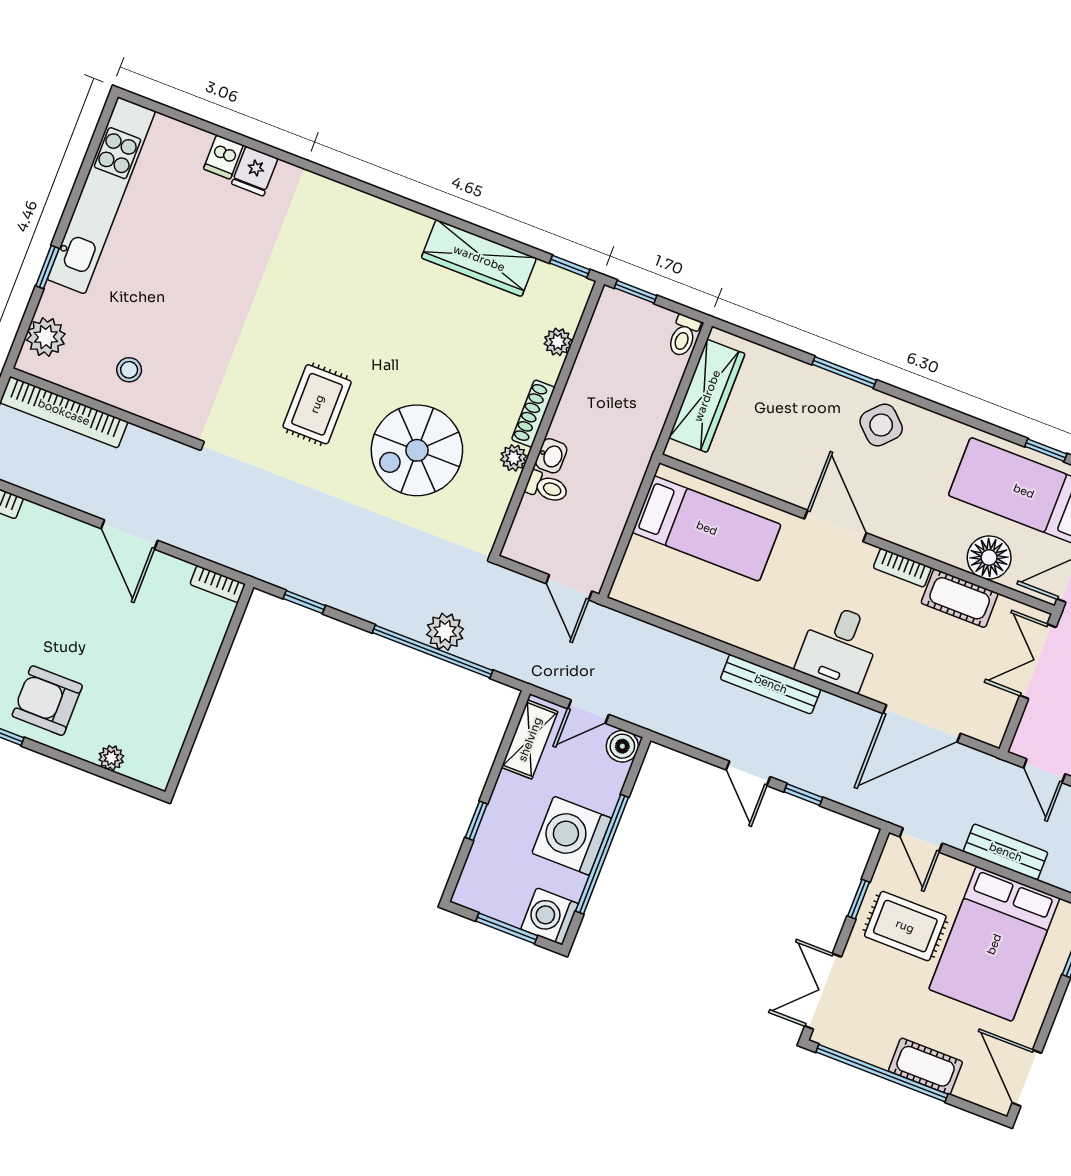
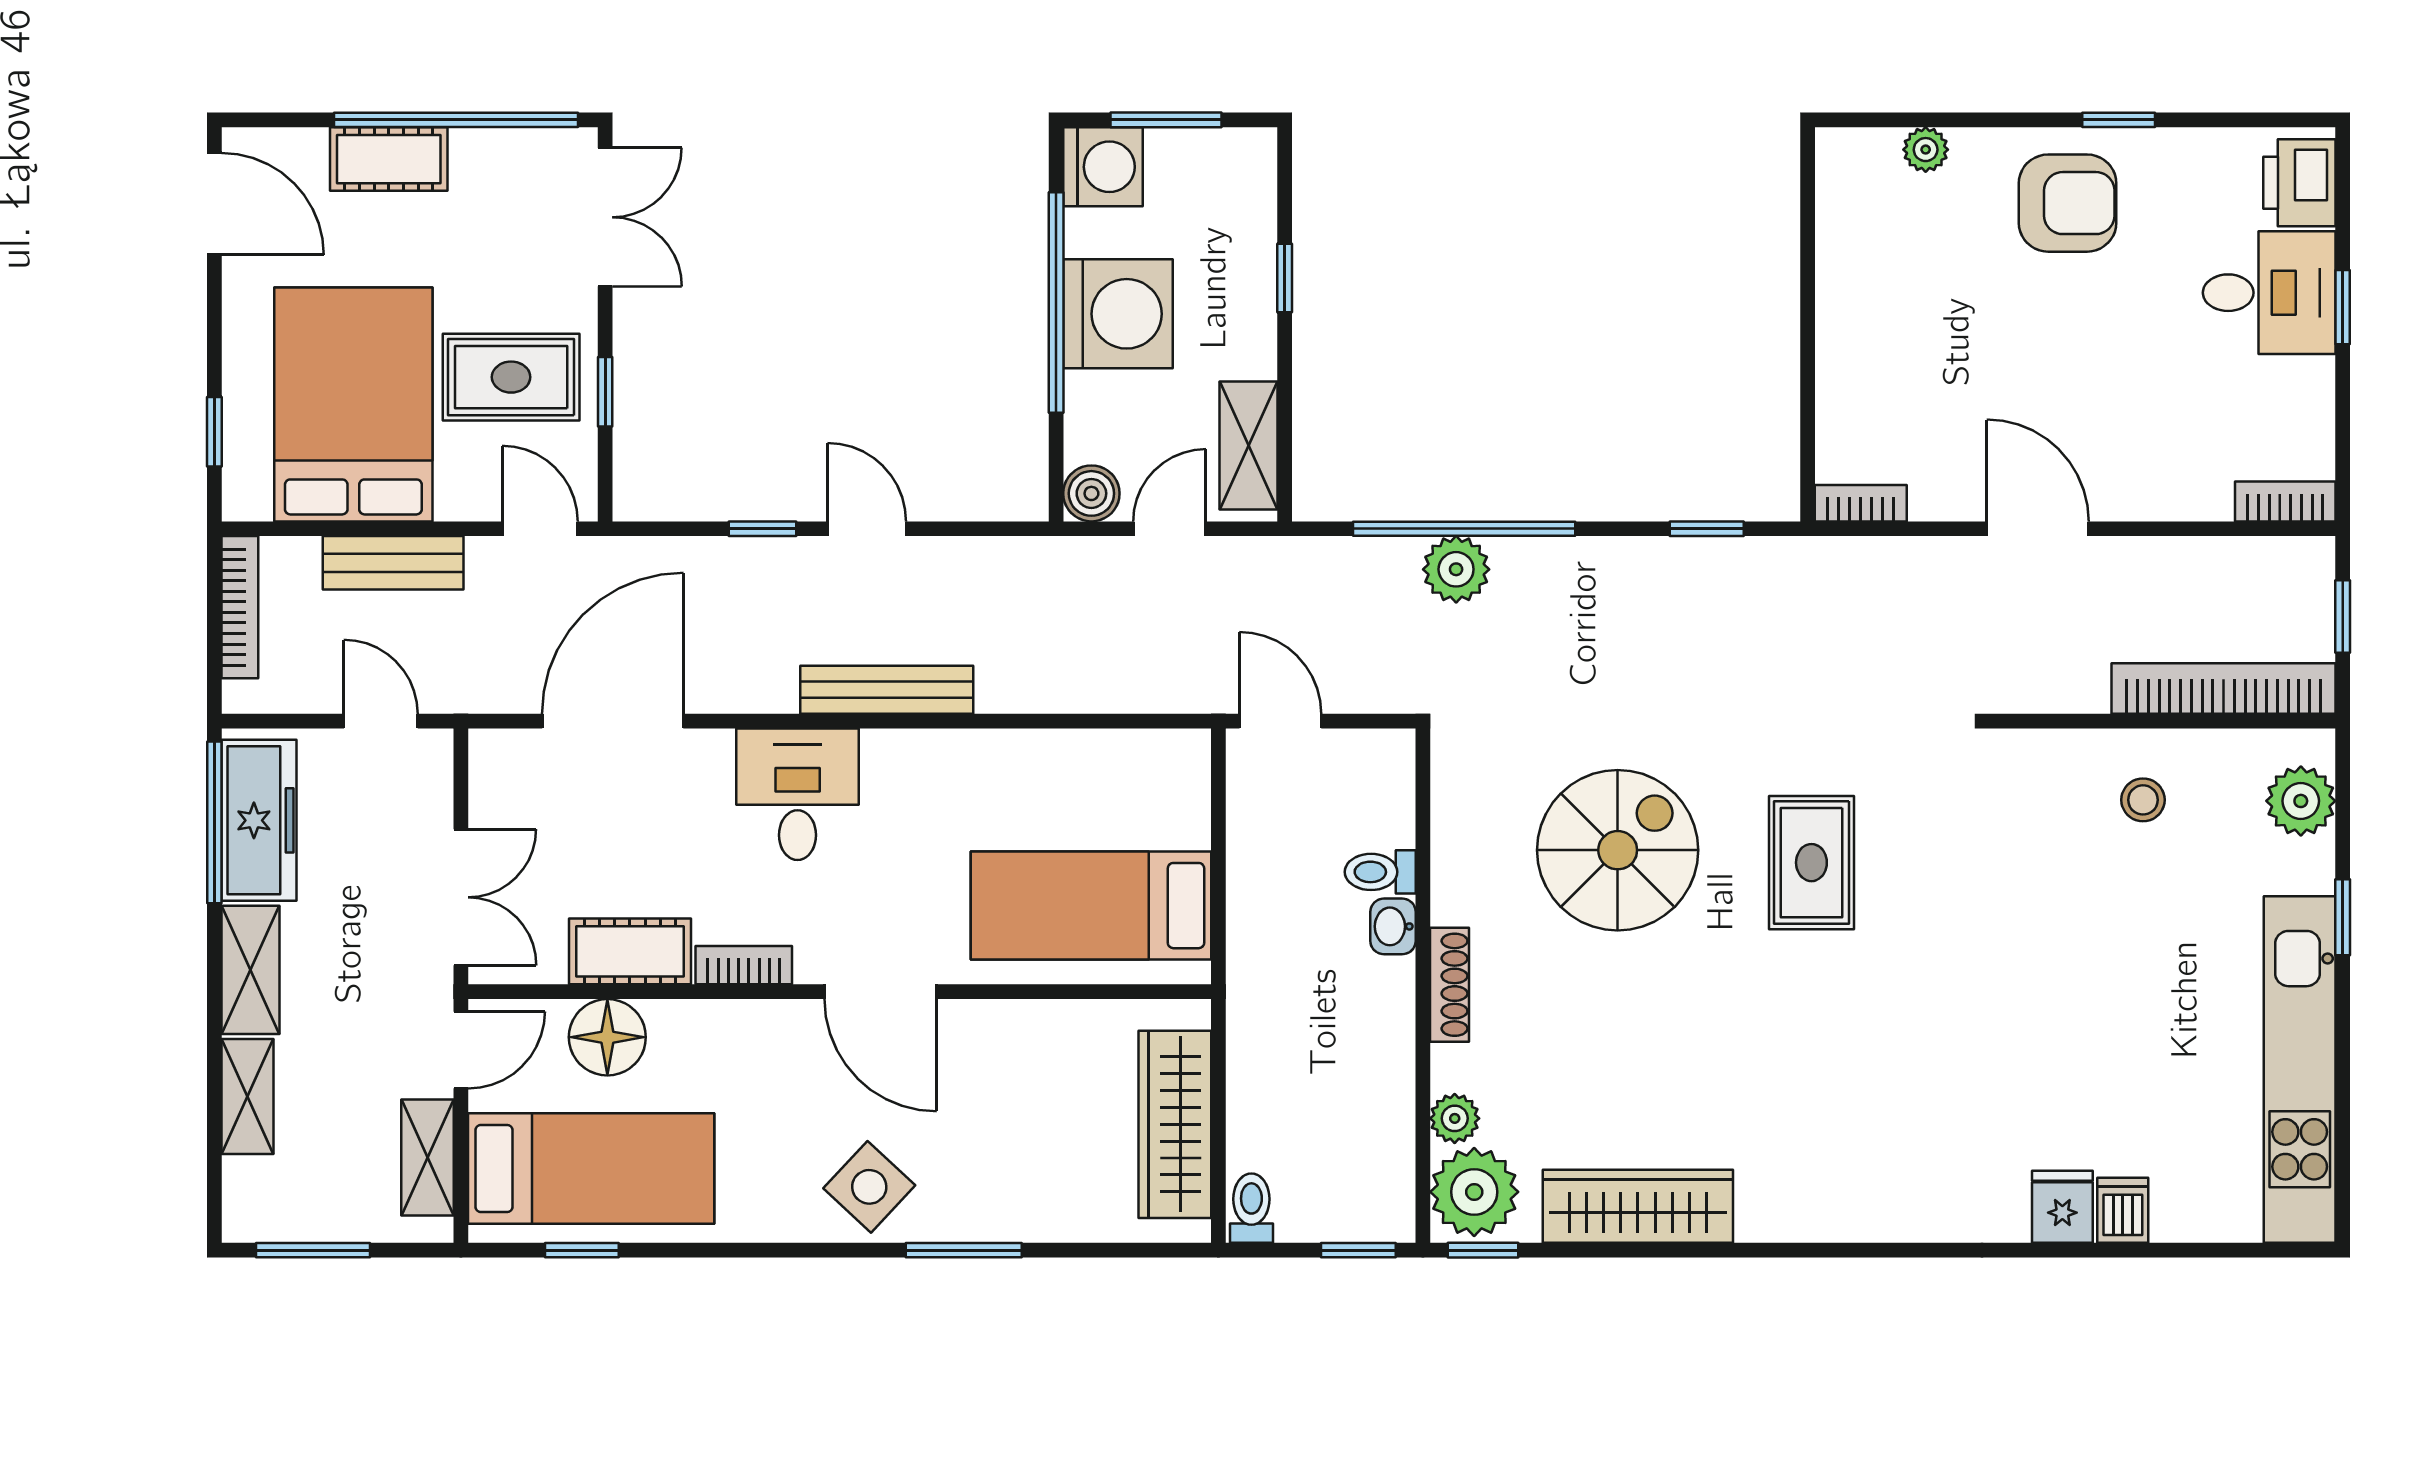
plant: (514, 458) -> (1474, 1192), moved, width x1.88, depth x1.88

